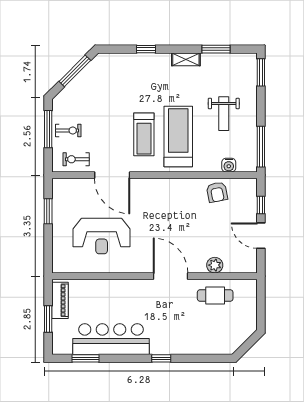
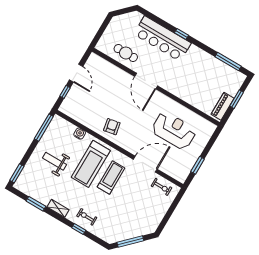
weight bench: (224, 114) -> (55, 161), turned -90
window: (48, 129) -> (168, 216), removed
exercise bike: (68, 130) -> (87, 217), moved
water cooler: (229, 165) -> (80, 134), moved
door: (112, 175) -> (145, 164), hinge flipped
armchair: (217, 192) -> (112, 127), moved
plant: (215, 265) -> (115, 72), removed
bar counter: (111, 339) -> (162, 39), moved
window: (85, 358) -> (228, 62), width x1.44

